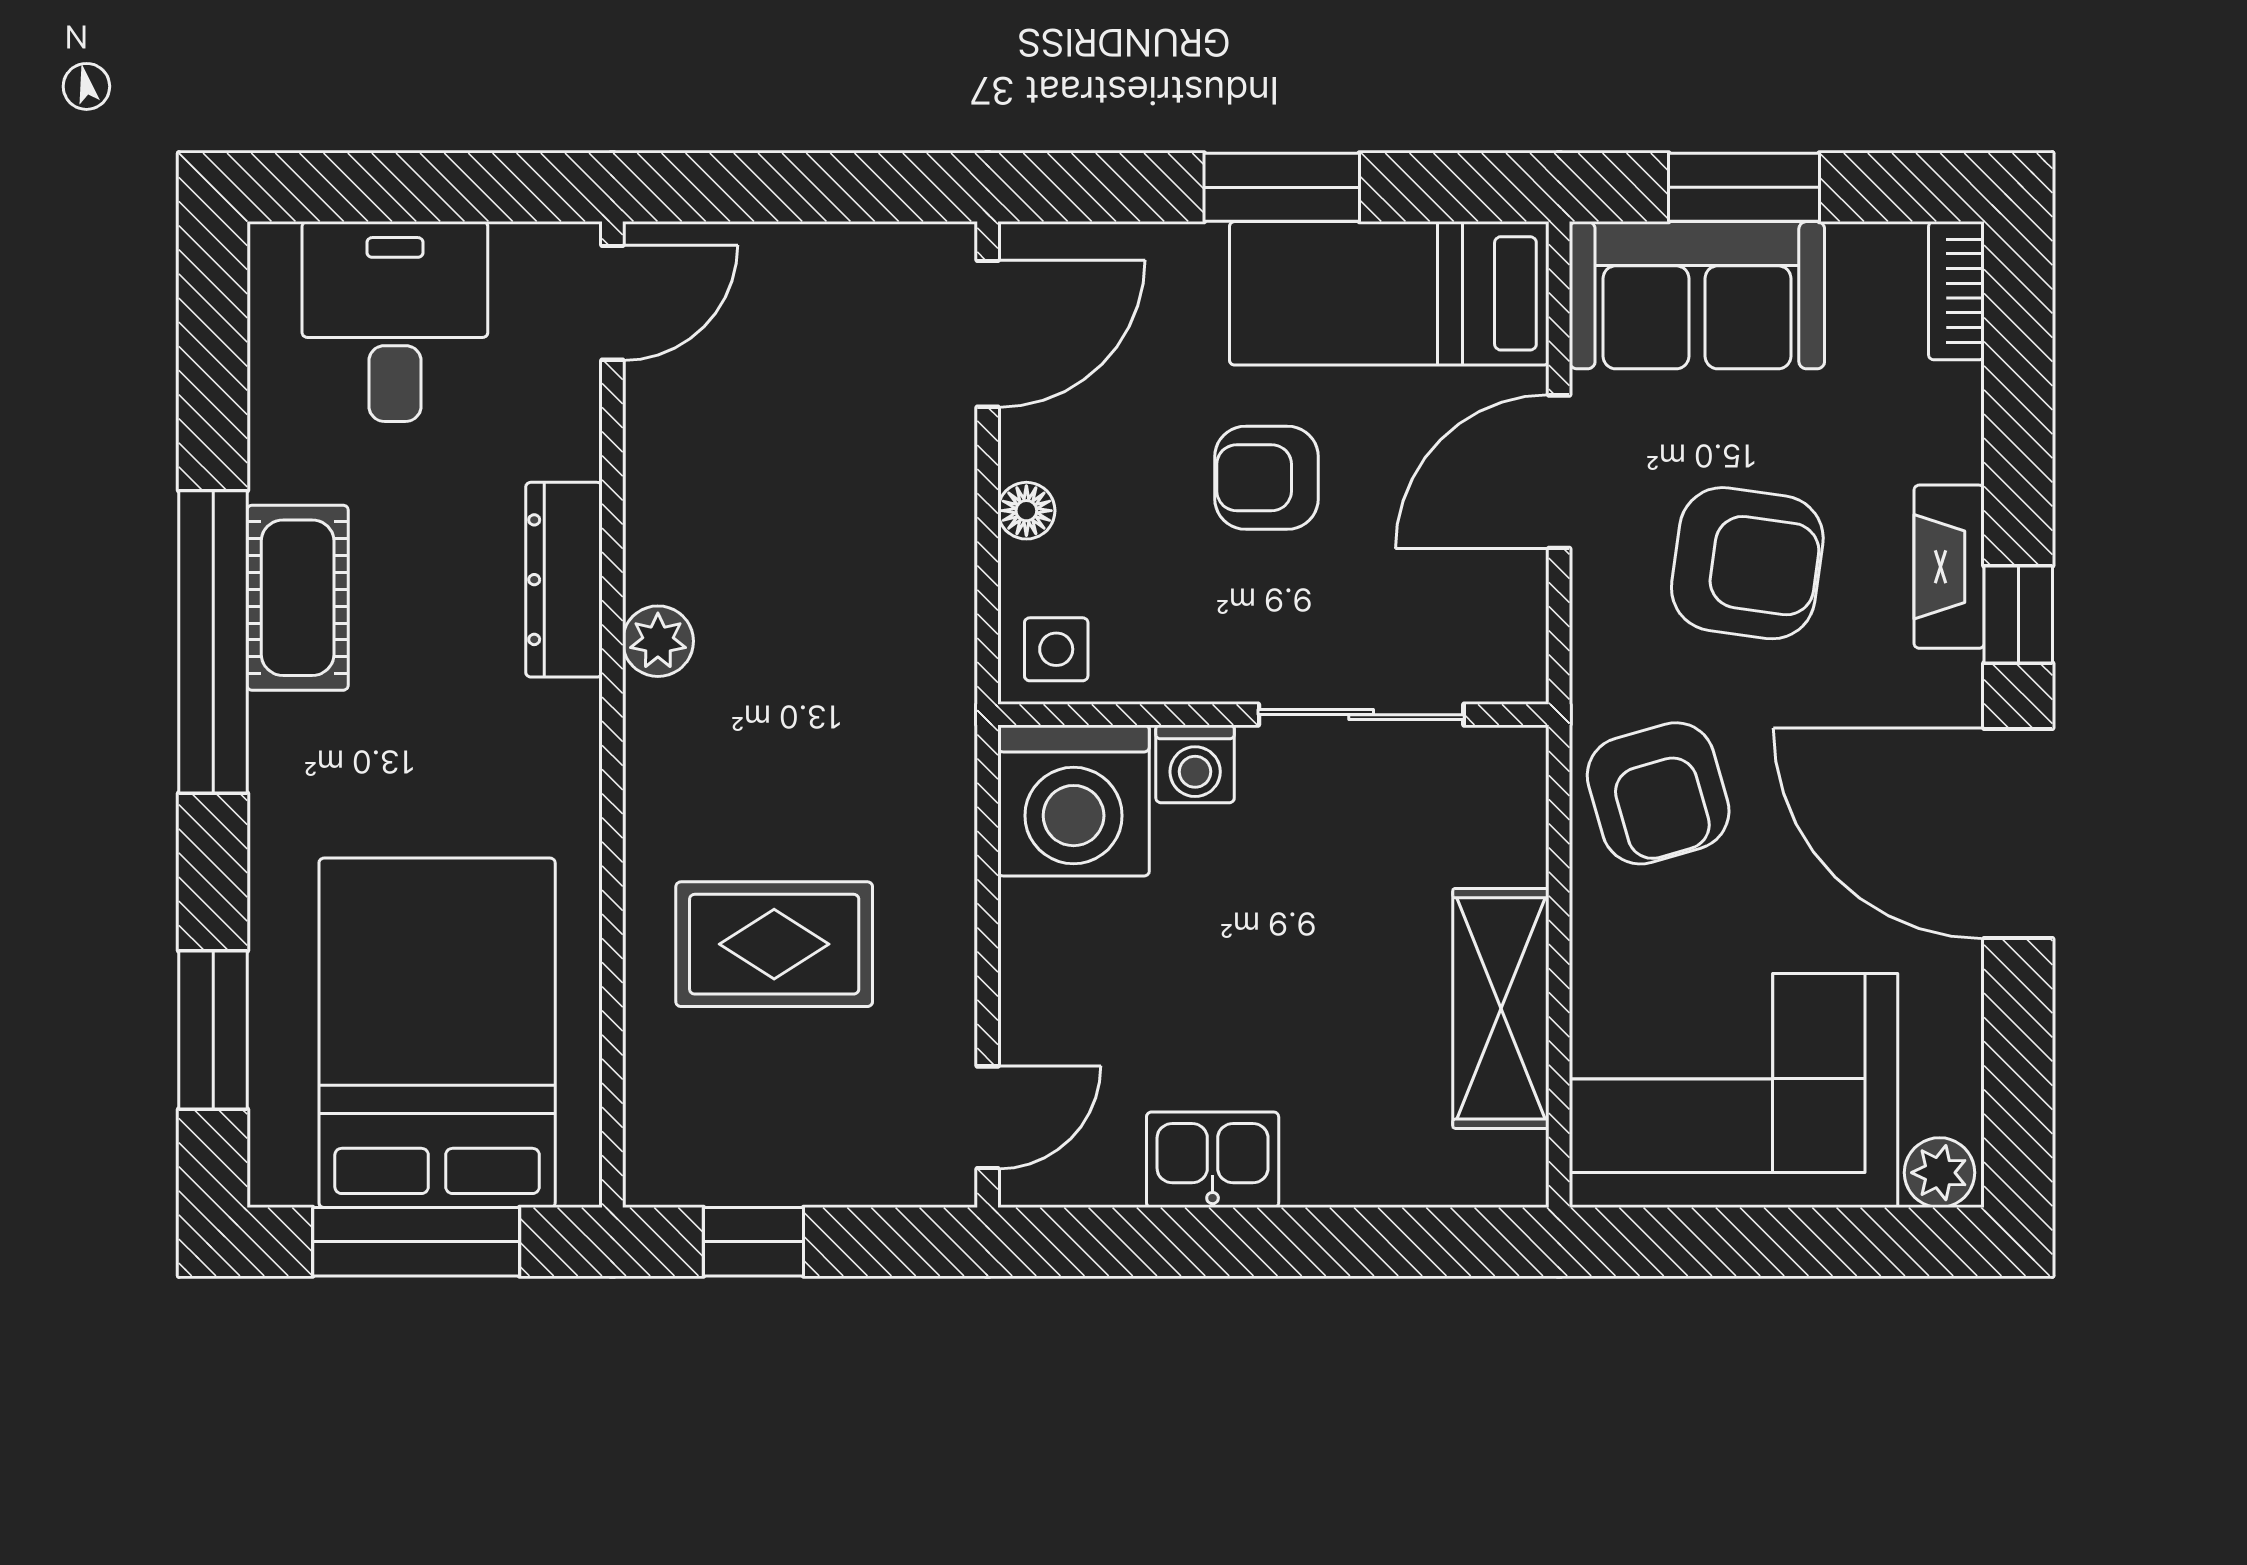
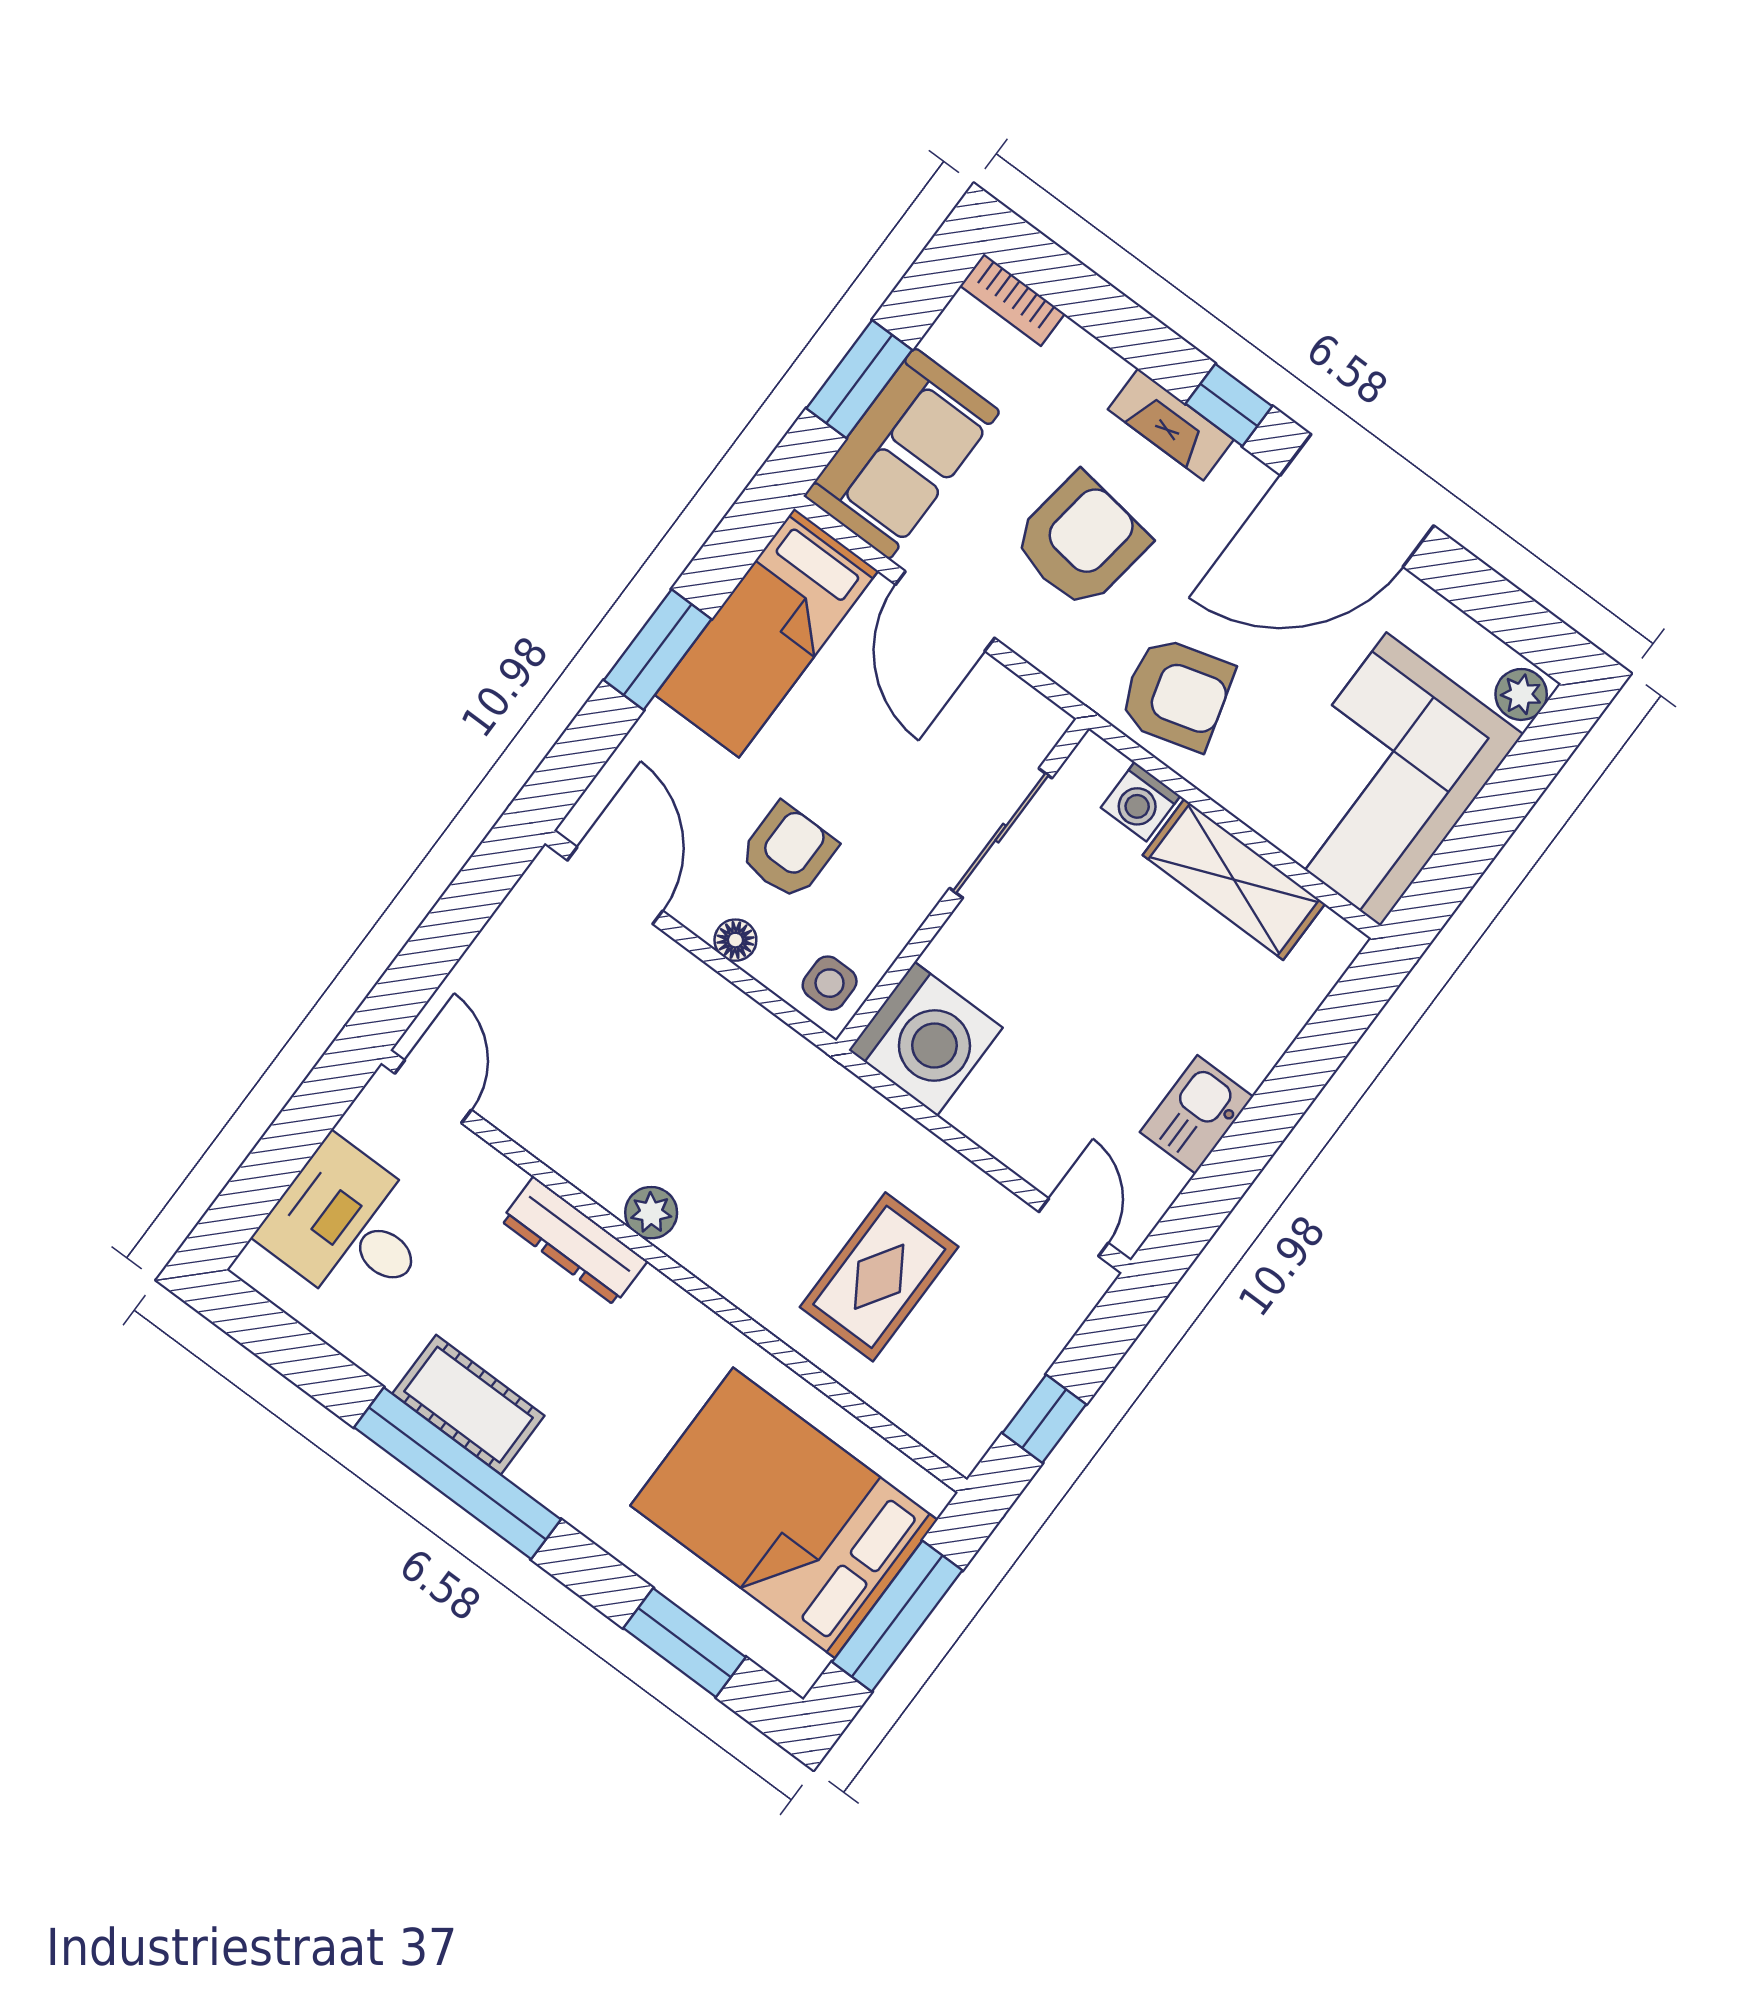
armchair: (1267, 478) -> (788, 851), moved, turned 180
washing machine: (1195, 764) -> (1141, 802), moved, turned 90

